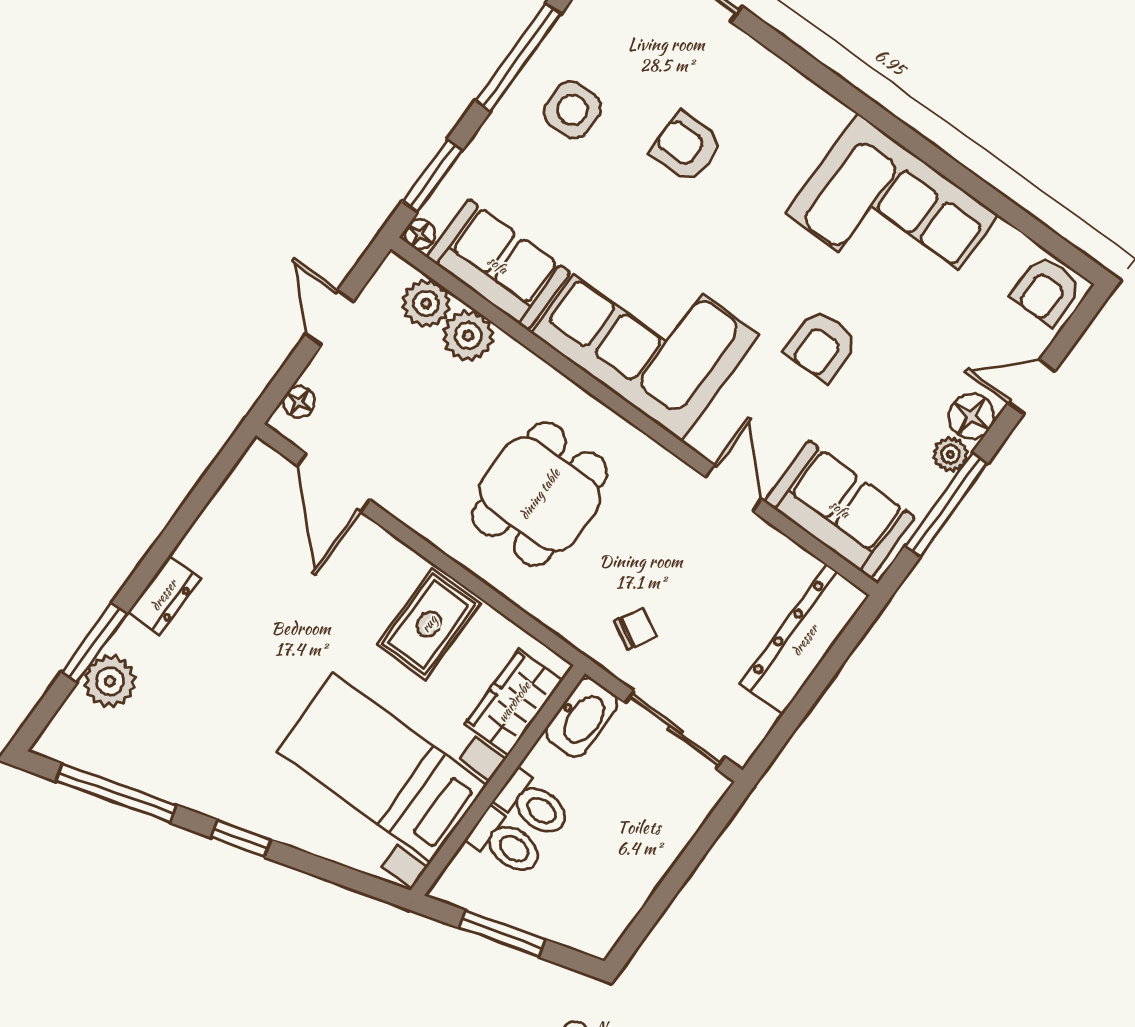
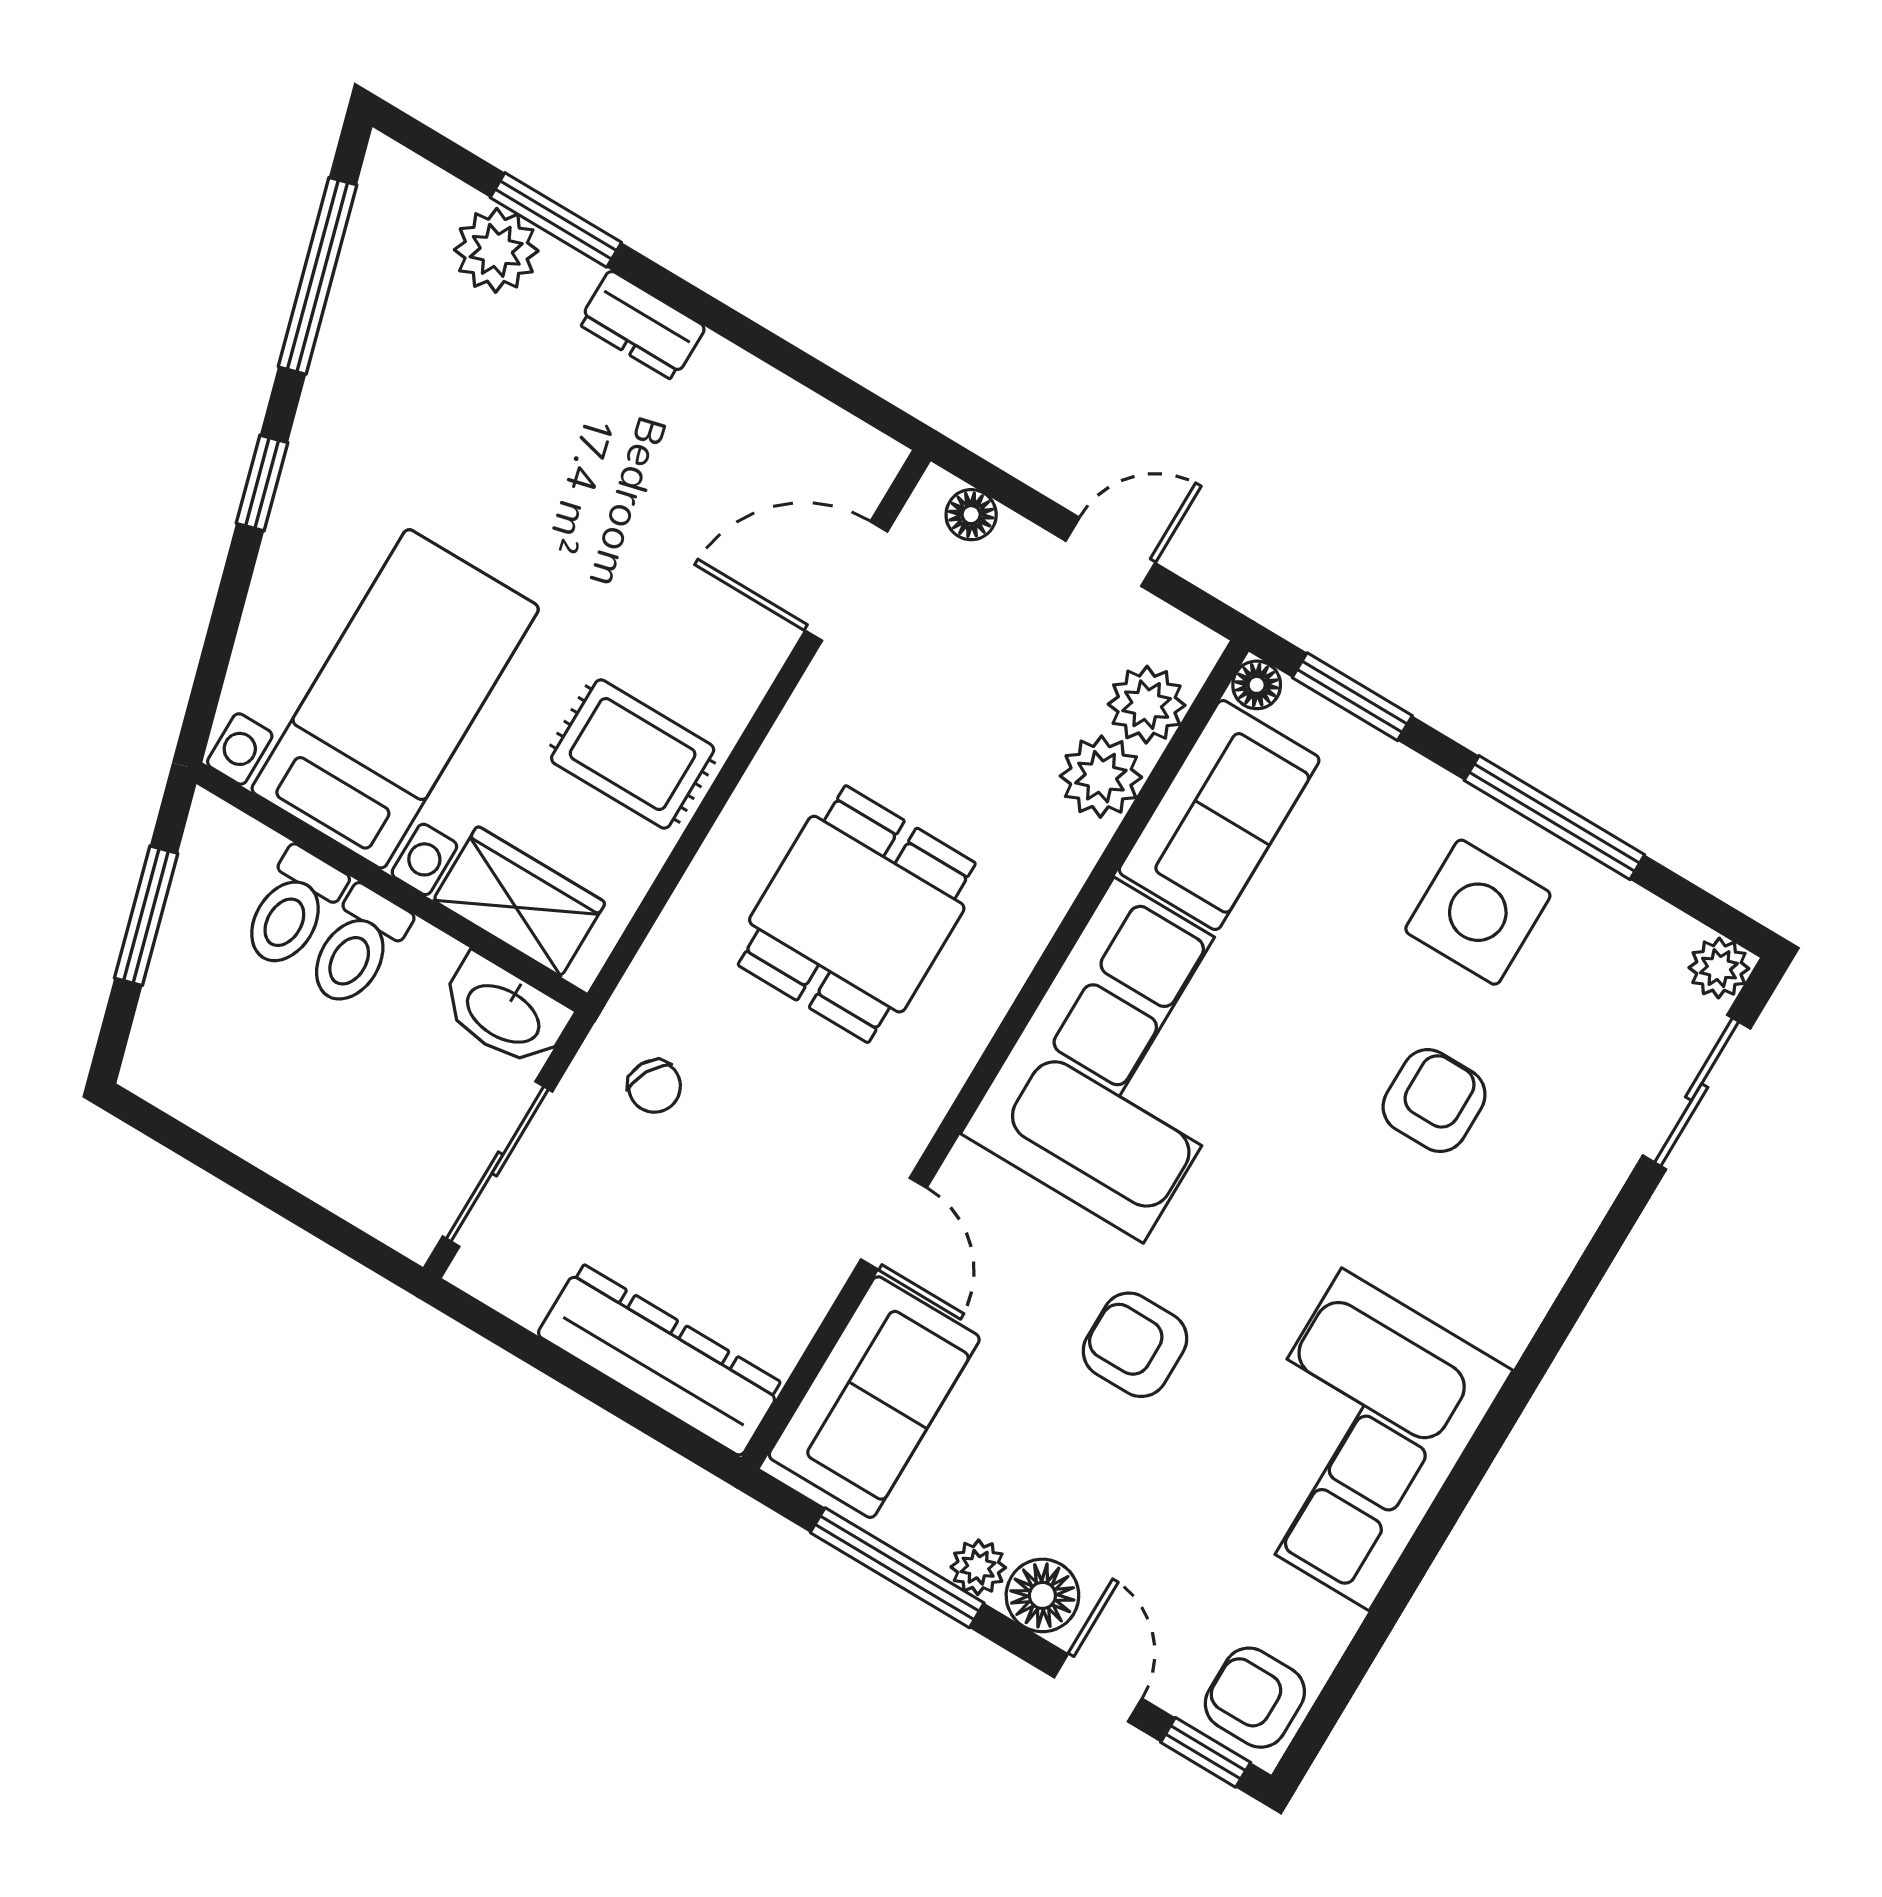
side table: (572, 110) -> (1478, 912), width x1.37, depth x1.37
window: (1077, 324) -> (1206, 1752), added
door: (733, 488) -> (894, 1224), hinge flipped
dining table: (540, 494) -> (857, 914), turned 90

